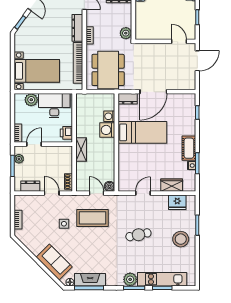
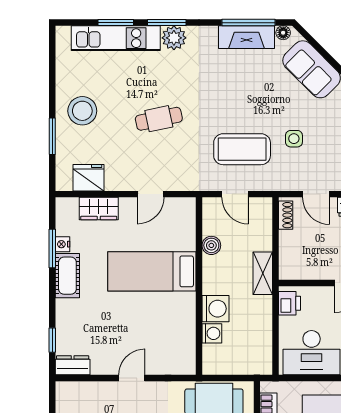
door: (153, 92) -> (132, 378), width x0.53
dresser: (128, 99) -> (73, 365), moved
bed: (142, 132) -> (152, 271), moved
boiler: (109, 186) -> (211, 245), moved

